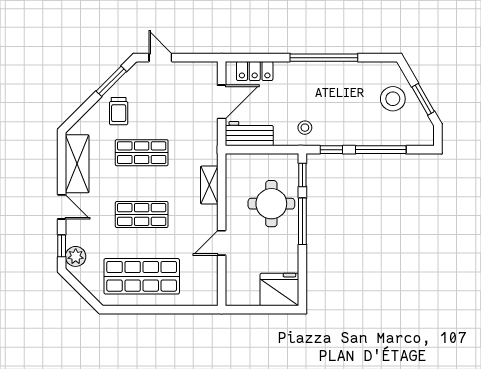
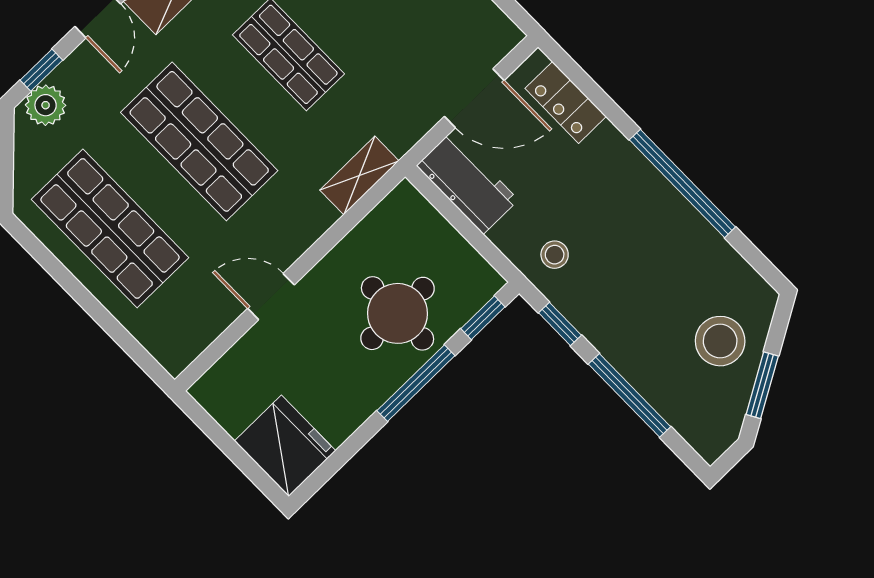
shelving: (209, 185) -> (359, 175), moved
shop shelf: (142, 214) -> (199, 141), width x1.43, depth x1.36

